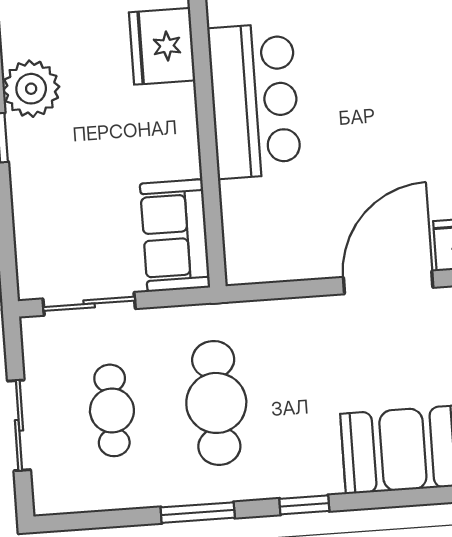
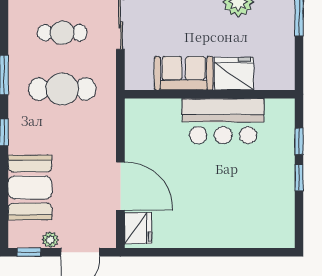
fridge: (162, 46) -> (234, 74), moved
sofa: (175, 235) -> (184, 73), moved

